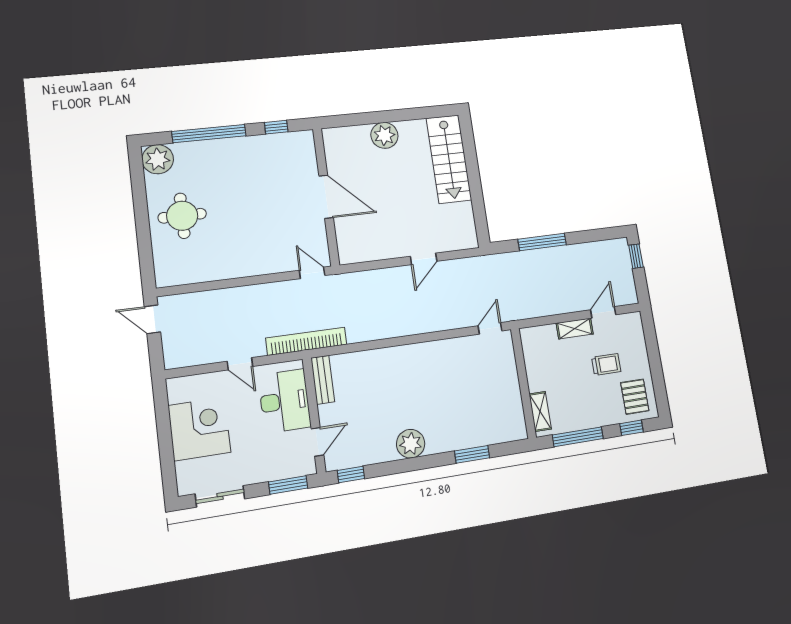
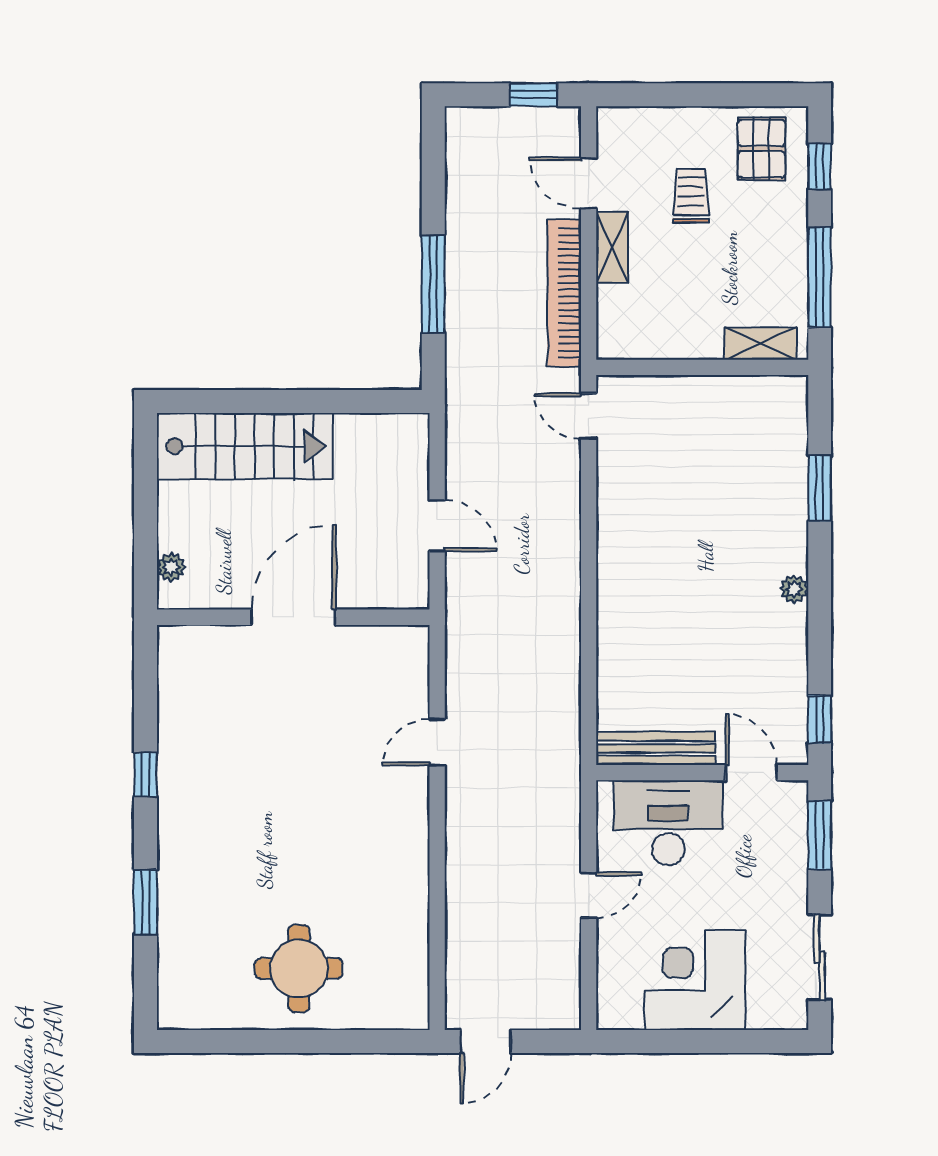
window: (209, 134) -> (145, 902), width x0.47
plant: (384, 135) -> (171, 567), width x0.53, depth x0.53
plant: (158, 159) -> (185, 1002), removed
door: (326, 197) -> (293, 617), moved
wall: (326, 197) -> (293, 617), moved
window: (636, 256) -> (533, 95), moved
bookcase: (306, 341) -> (564, 293), moved
bench: (323, 380) -> (656, 748), width x1.36
pallet: (635, 397) -> (762, 149), turned 90
plant: (411, 444) -> (794, 589), width x0.53, depth x0.53

